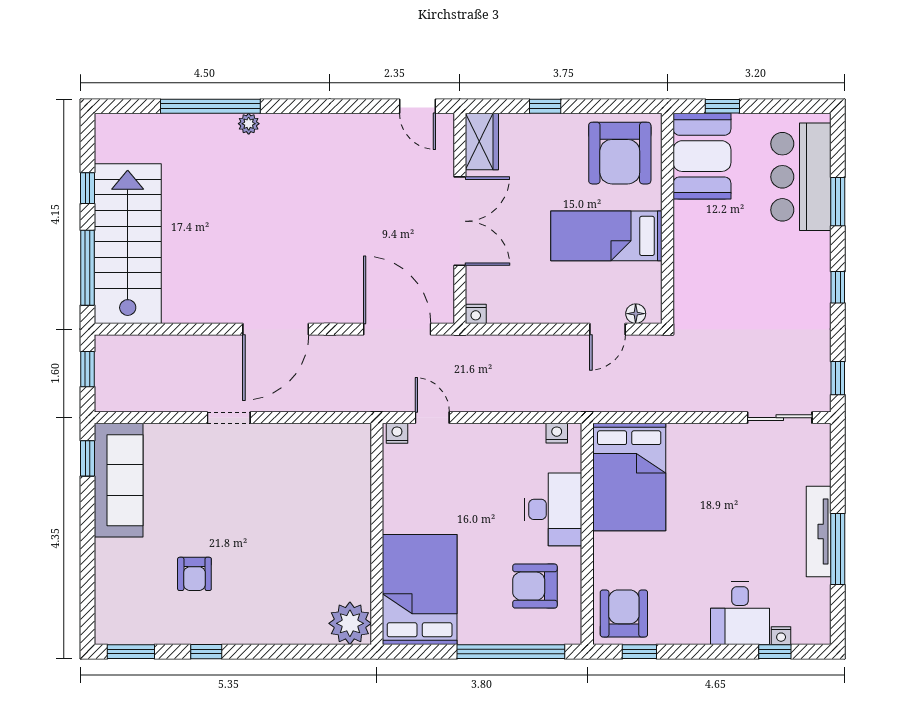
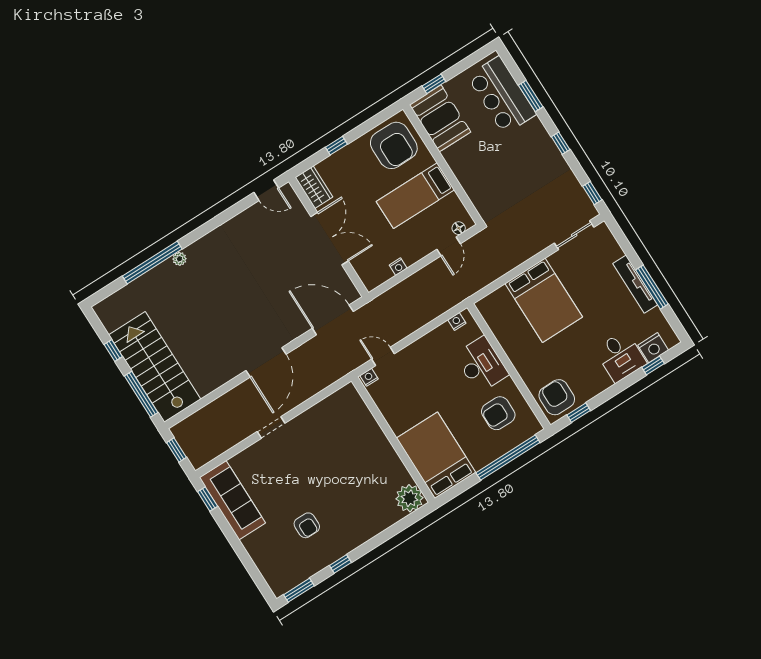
nightstand: (476, 314) -> (398, 267), moved
bed: (629, 477) -> (544, 300), moved
nightstand: (781, 636) -> (653, 348), width x1.89, depth x1.79

